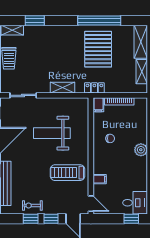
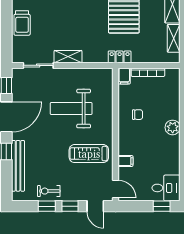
shelving: (63, 88) -> (68, 57), moved

